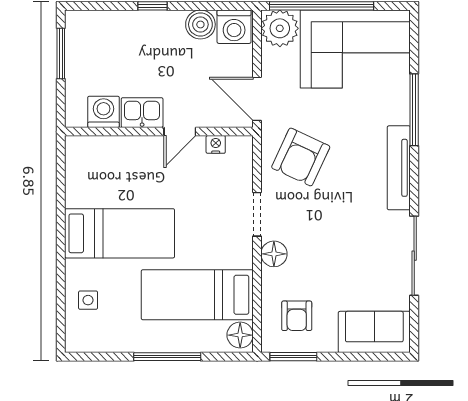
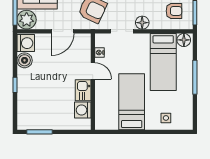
washing machine: (104, 112) -> (83, 110), moved
kitchen sink: (142, 113) -> (83, 90), moved
wall: (159, 132) -> (93, 82), moved
door: (180, 132) -> (93, 71), moved
nightstand: (216, 144) -> (99, 53), moved

